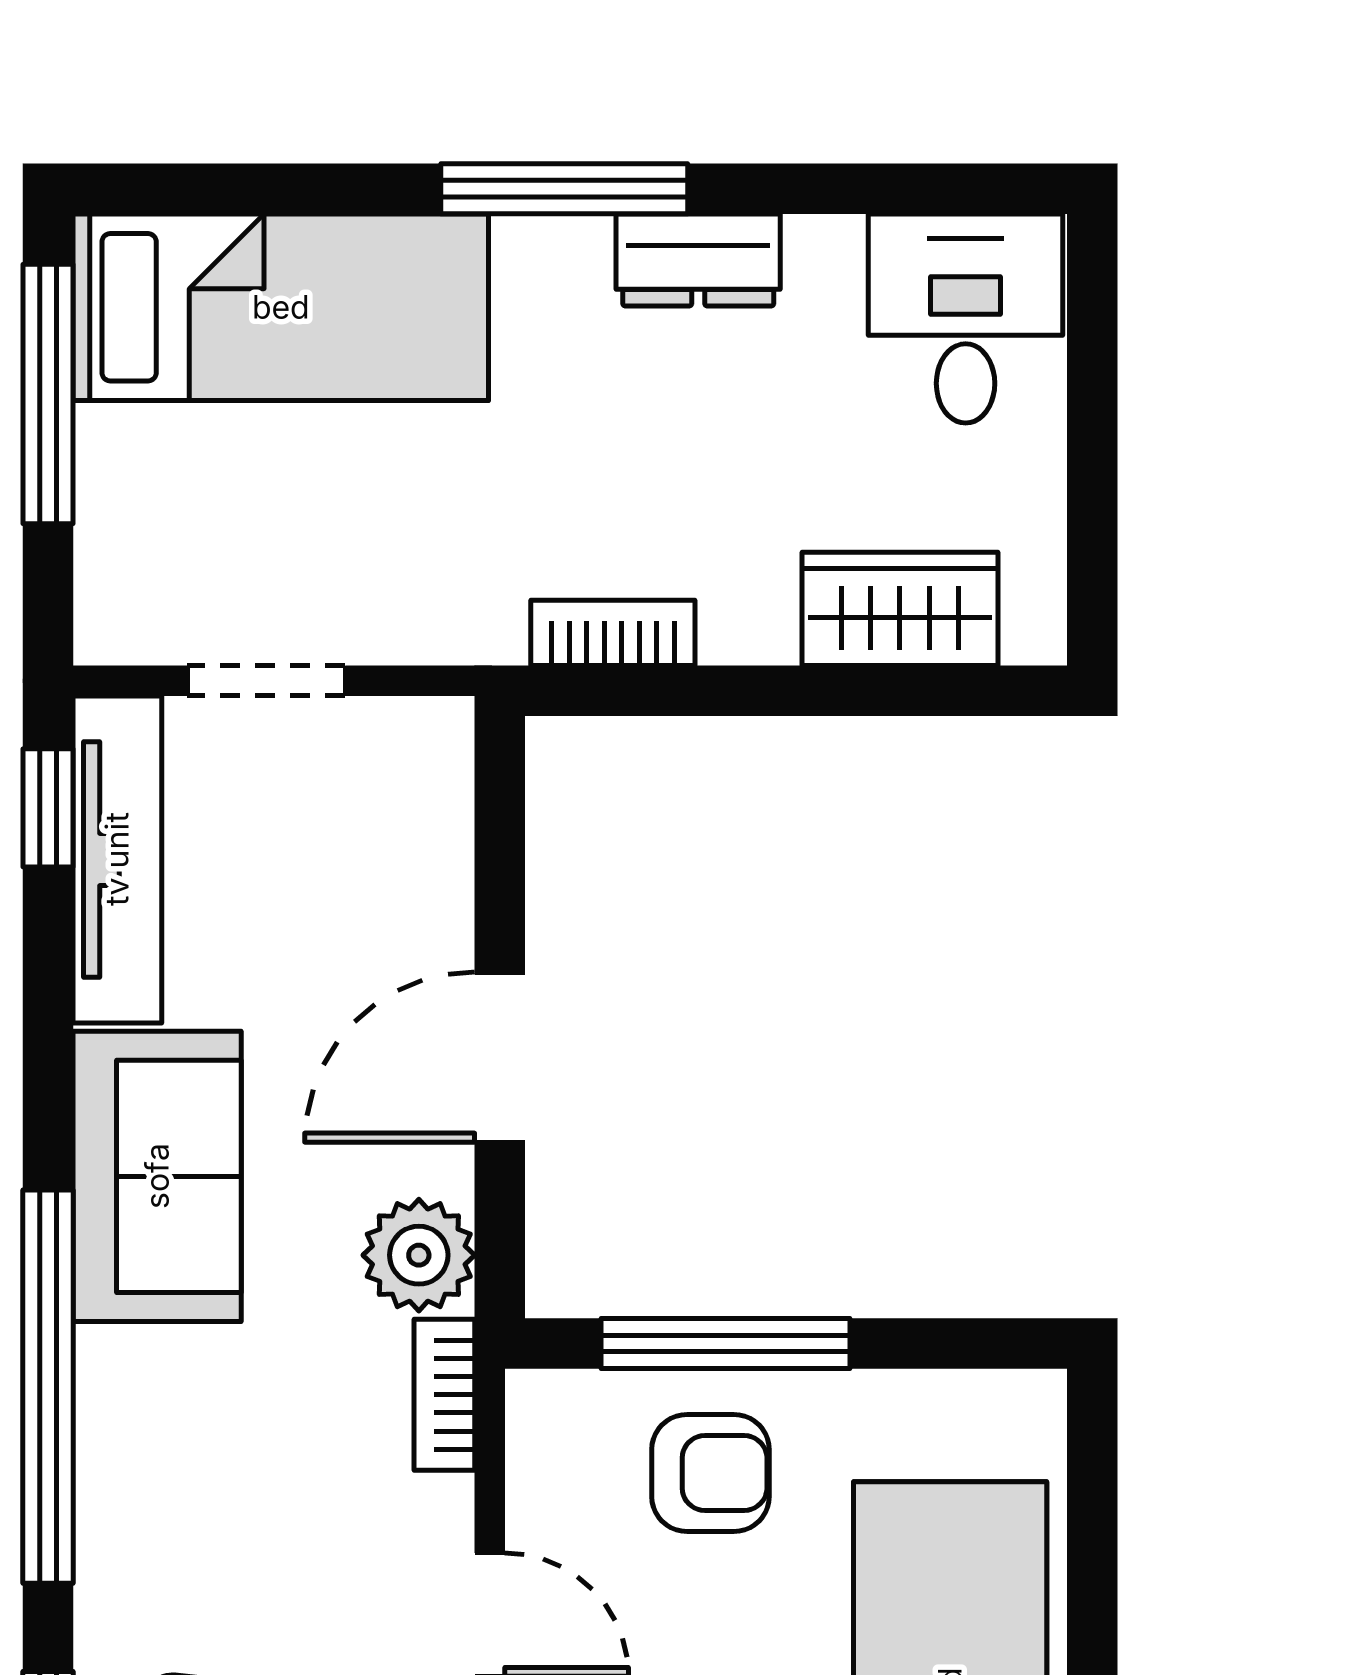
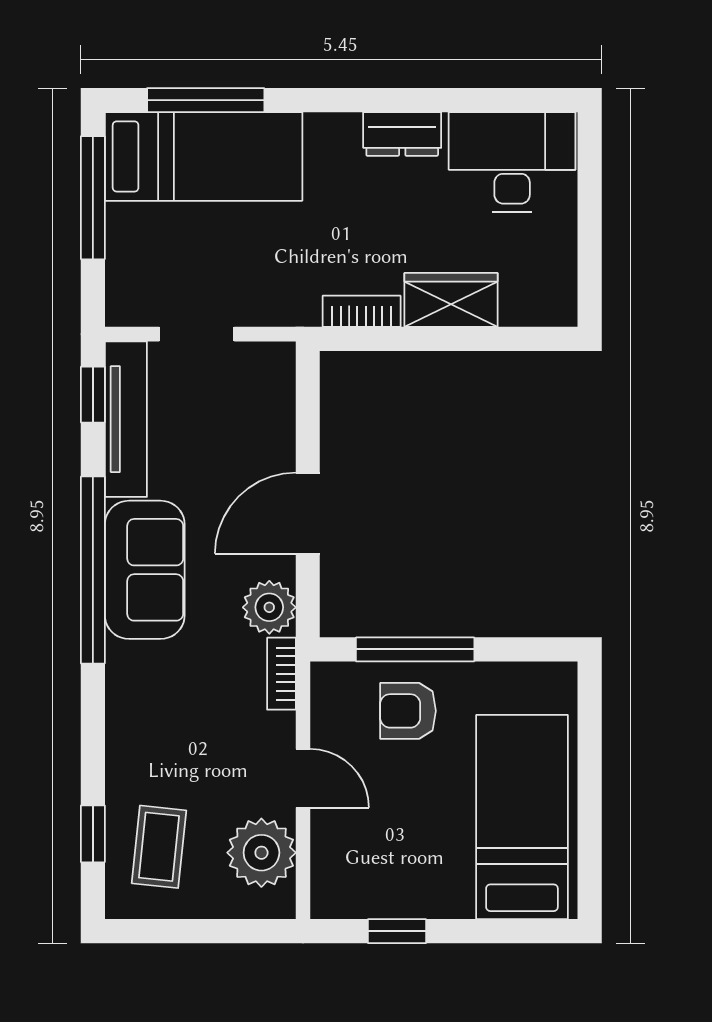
window: (564, 189) -> (206, 100), moved
desk: (966, 319) -> (512, 162), width x1.37
wardrobe: (900, 609) -> (451, 300), moved
window: (48, 1387) -> (93, 570), moved
armchair: (710, 1473) -> (408, 711), turned 180

